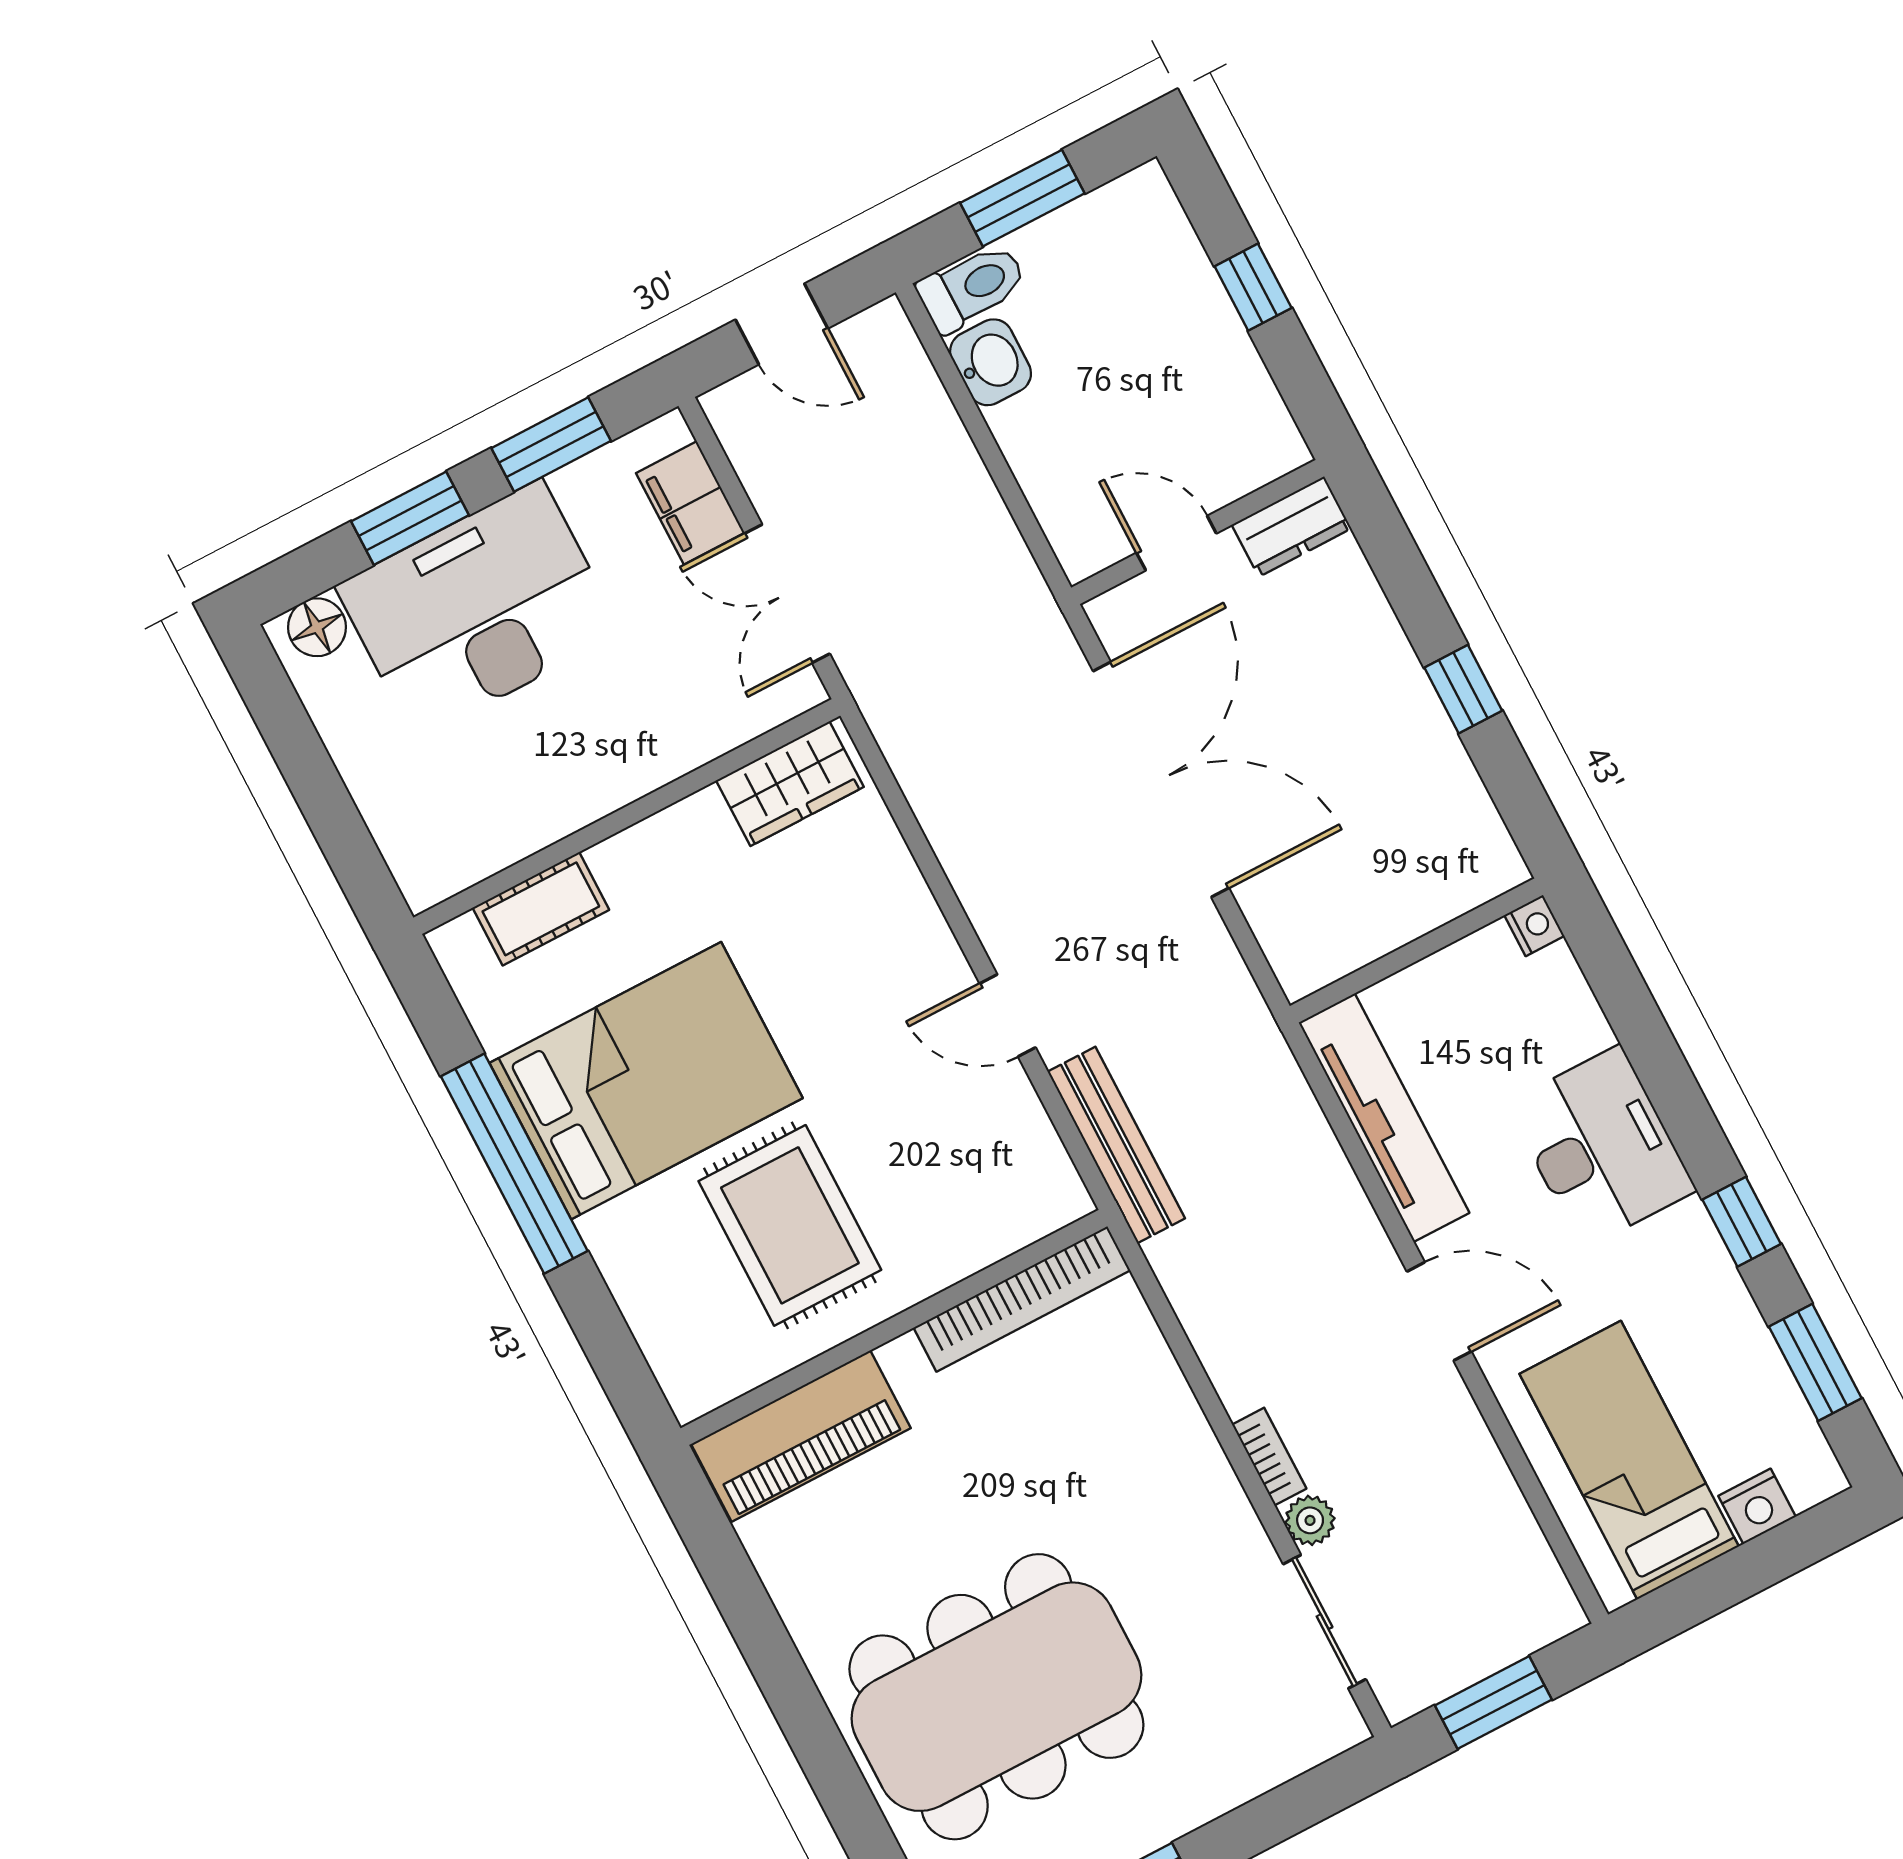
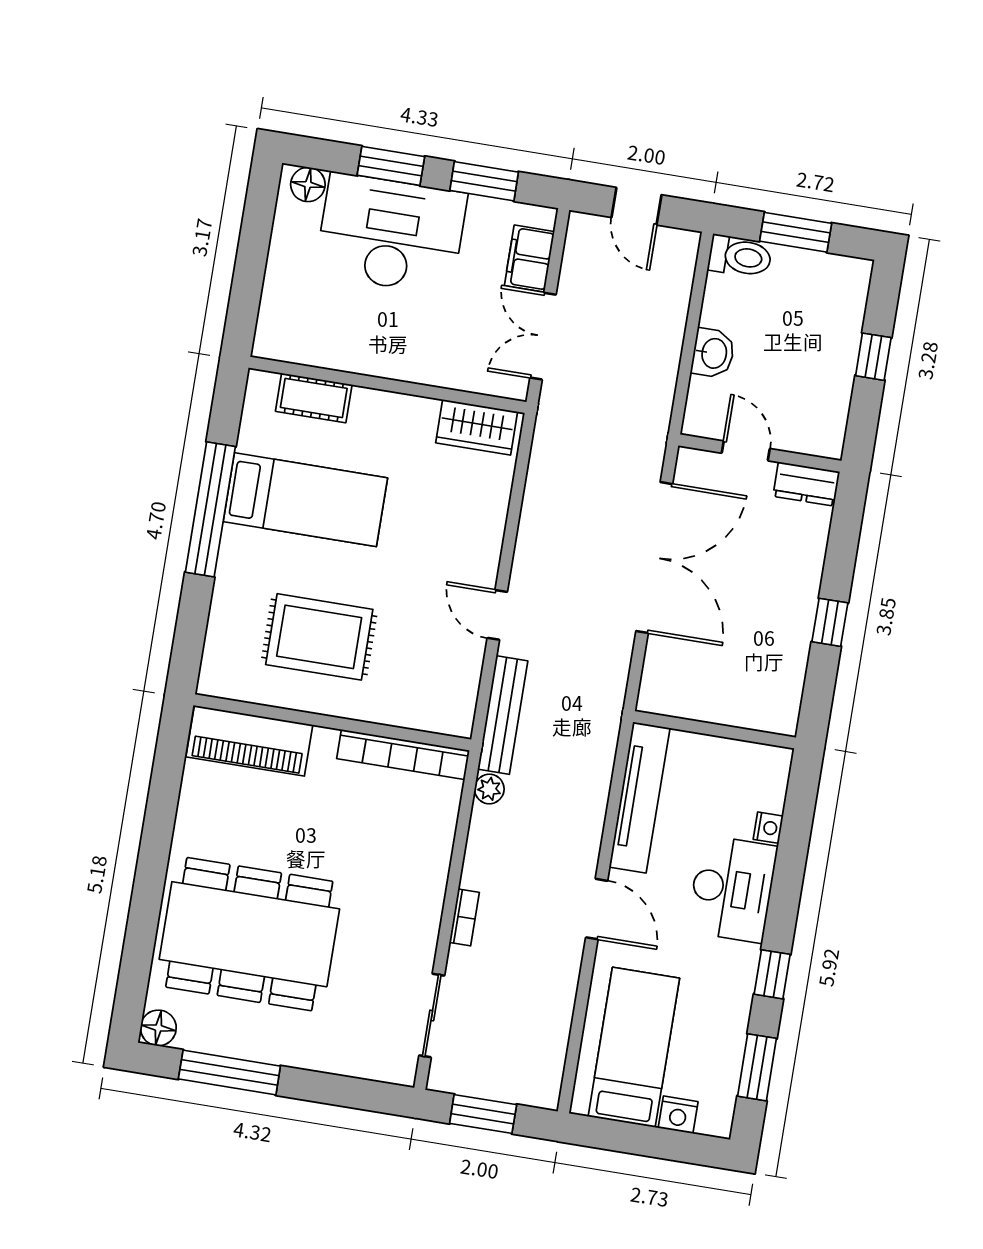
washbasin: (991, 362) -> (713, 353), moved
nightstand: (1534, 925) -> (768, 828), moved
bed: (646, 1081) -> (305, 500), width x0.67
rug: (790, 1225) -> (319, 637), turned 90
plant: (1310, 1520) -> (489, 789), moved

